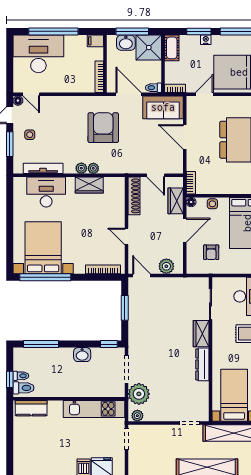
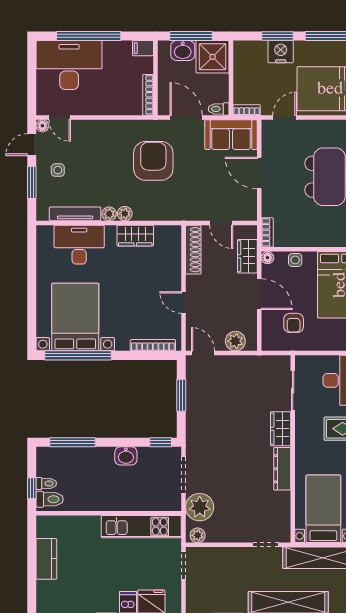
nightstand: (206, 40) -> (281, 52), width x1.89, depth x1.79
cot: (172, 48) -> (242, 57), removed
plant: (93, 168) -> (109, 214), moved
door: (185, 230) -> (259, 294), hinge flipped
kitchen counter: (31, 408) -> (46, 559), moved, turned -90

